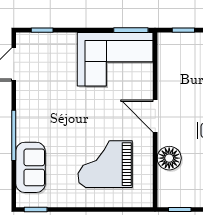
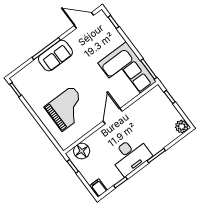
floor lamp: (169, 158) -> (82, 151), moved
grand piano: (105, 164) -> (67, 109), turned 90
sofa: (30, 167) -> (55, 56), moved

